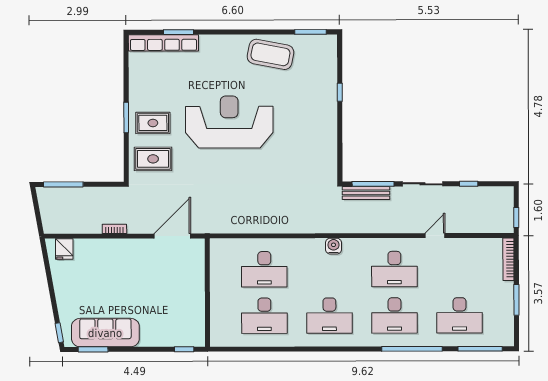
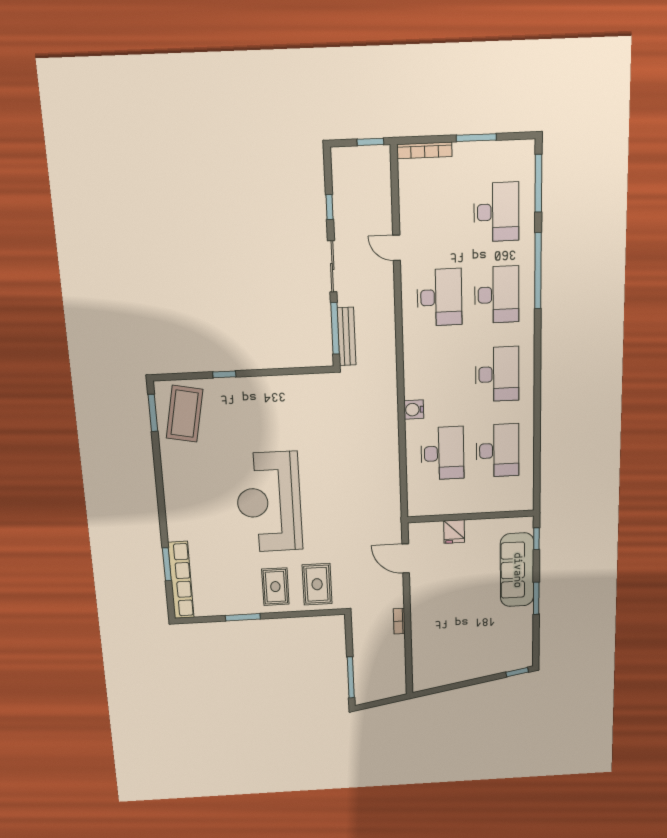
coffee table: (270, 54) -> (185, 414), moved
window: (126, 117) -> (243, 617), moved
door: (172, 236) -> (406, 559), width x0.73
water cooler: (333, 246) -> (414, 410), moved
fridge: (64, 249) -> (454, 532), moved, turned 90
sofa: (105, 333) -> (517, 570), moved
window: (93, 349) -> (536, 598), moved

